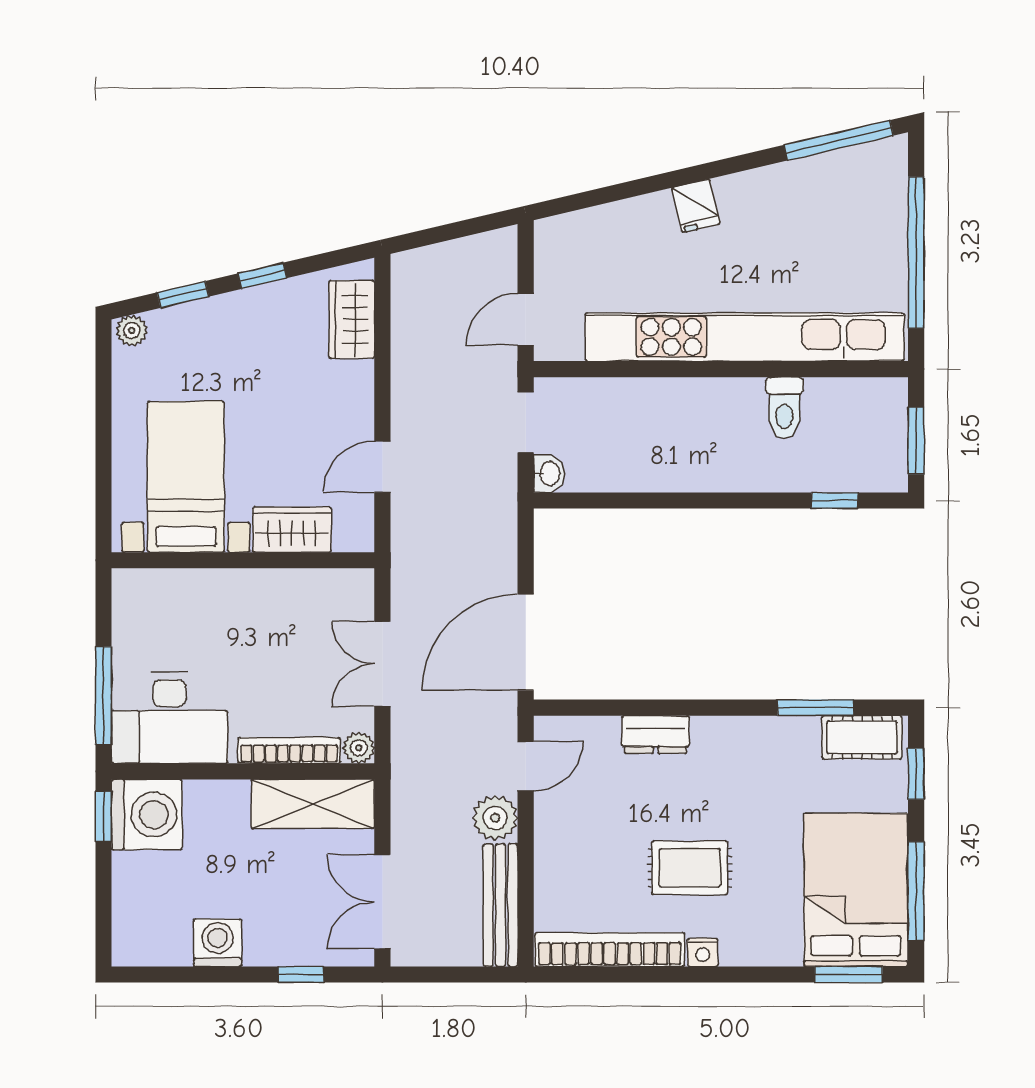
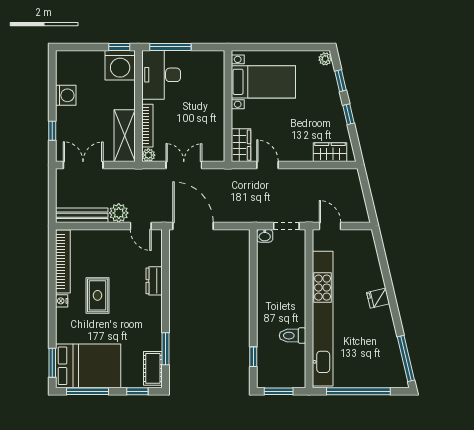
wardrobe: (292, 530) -> (241, 145), moved

